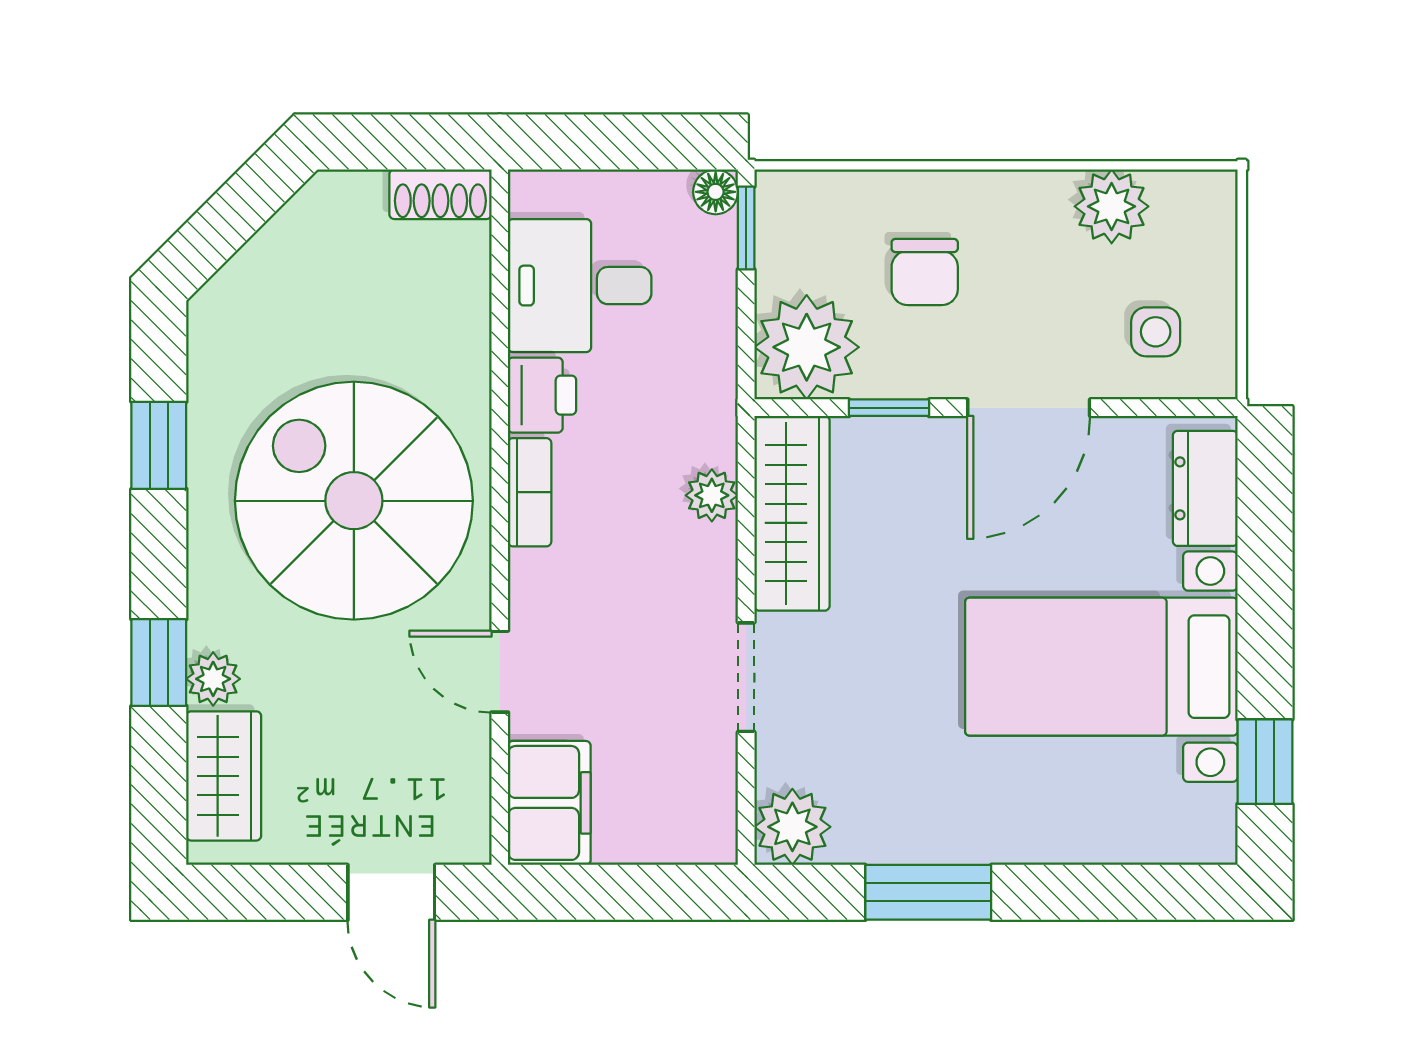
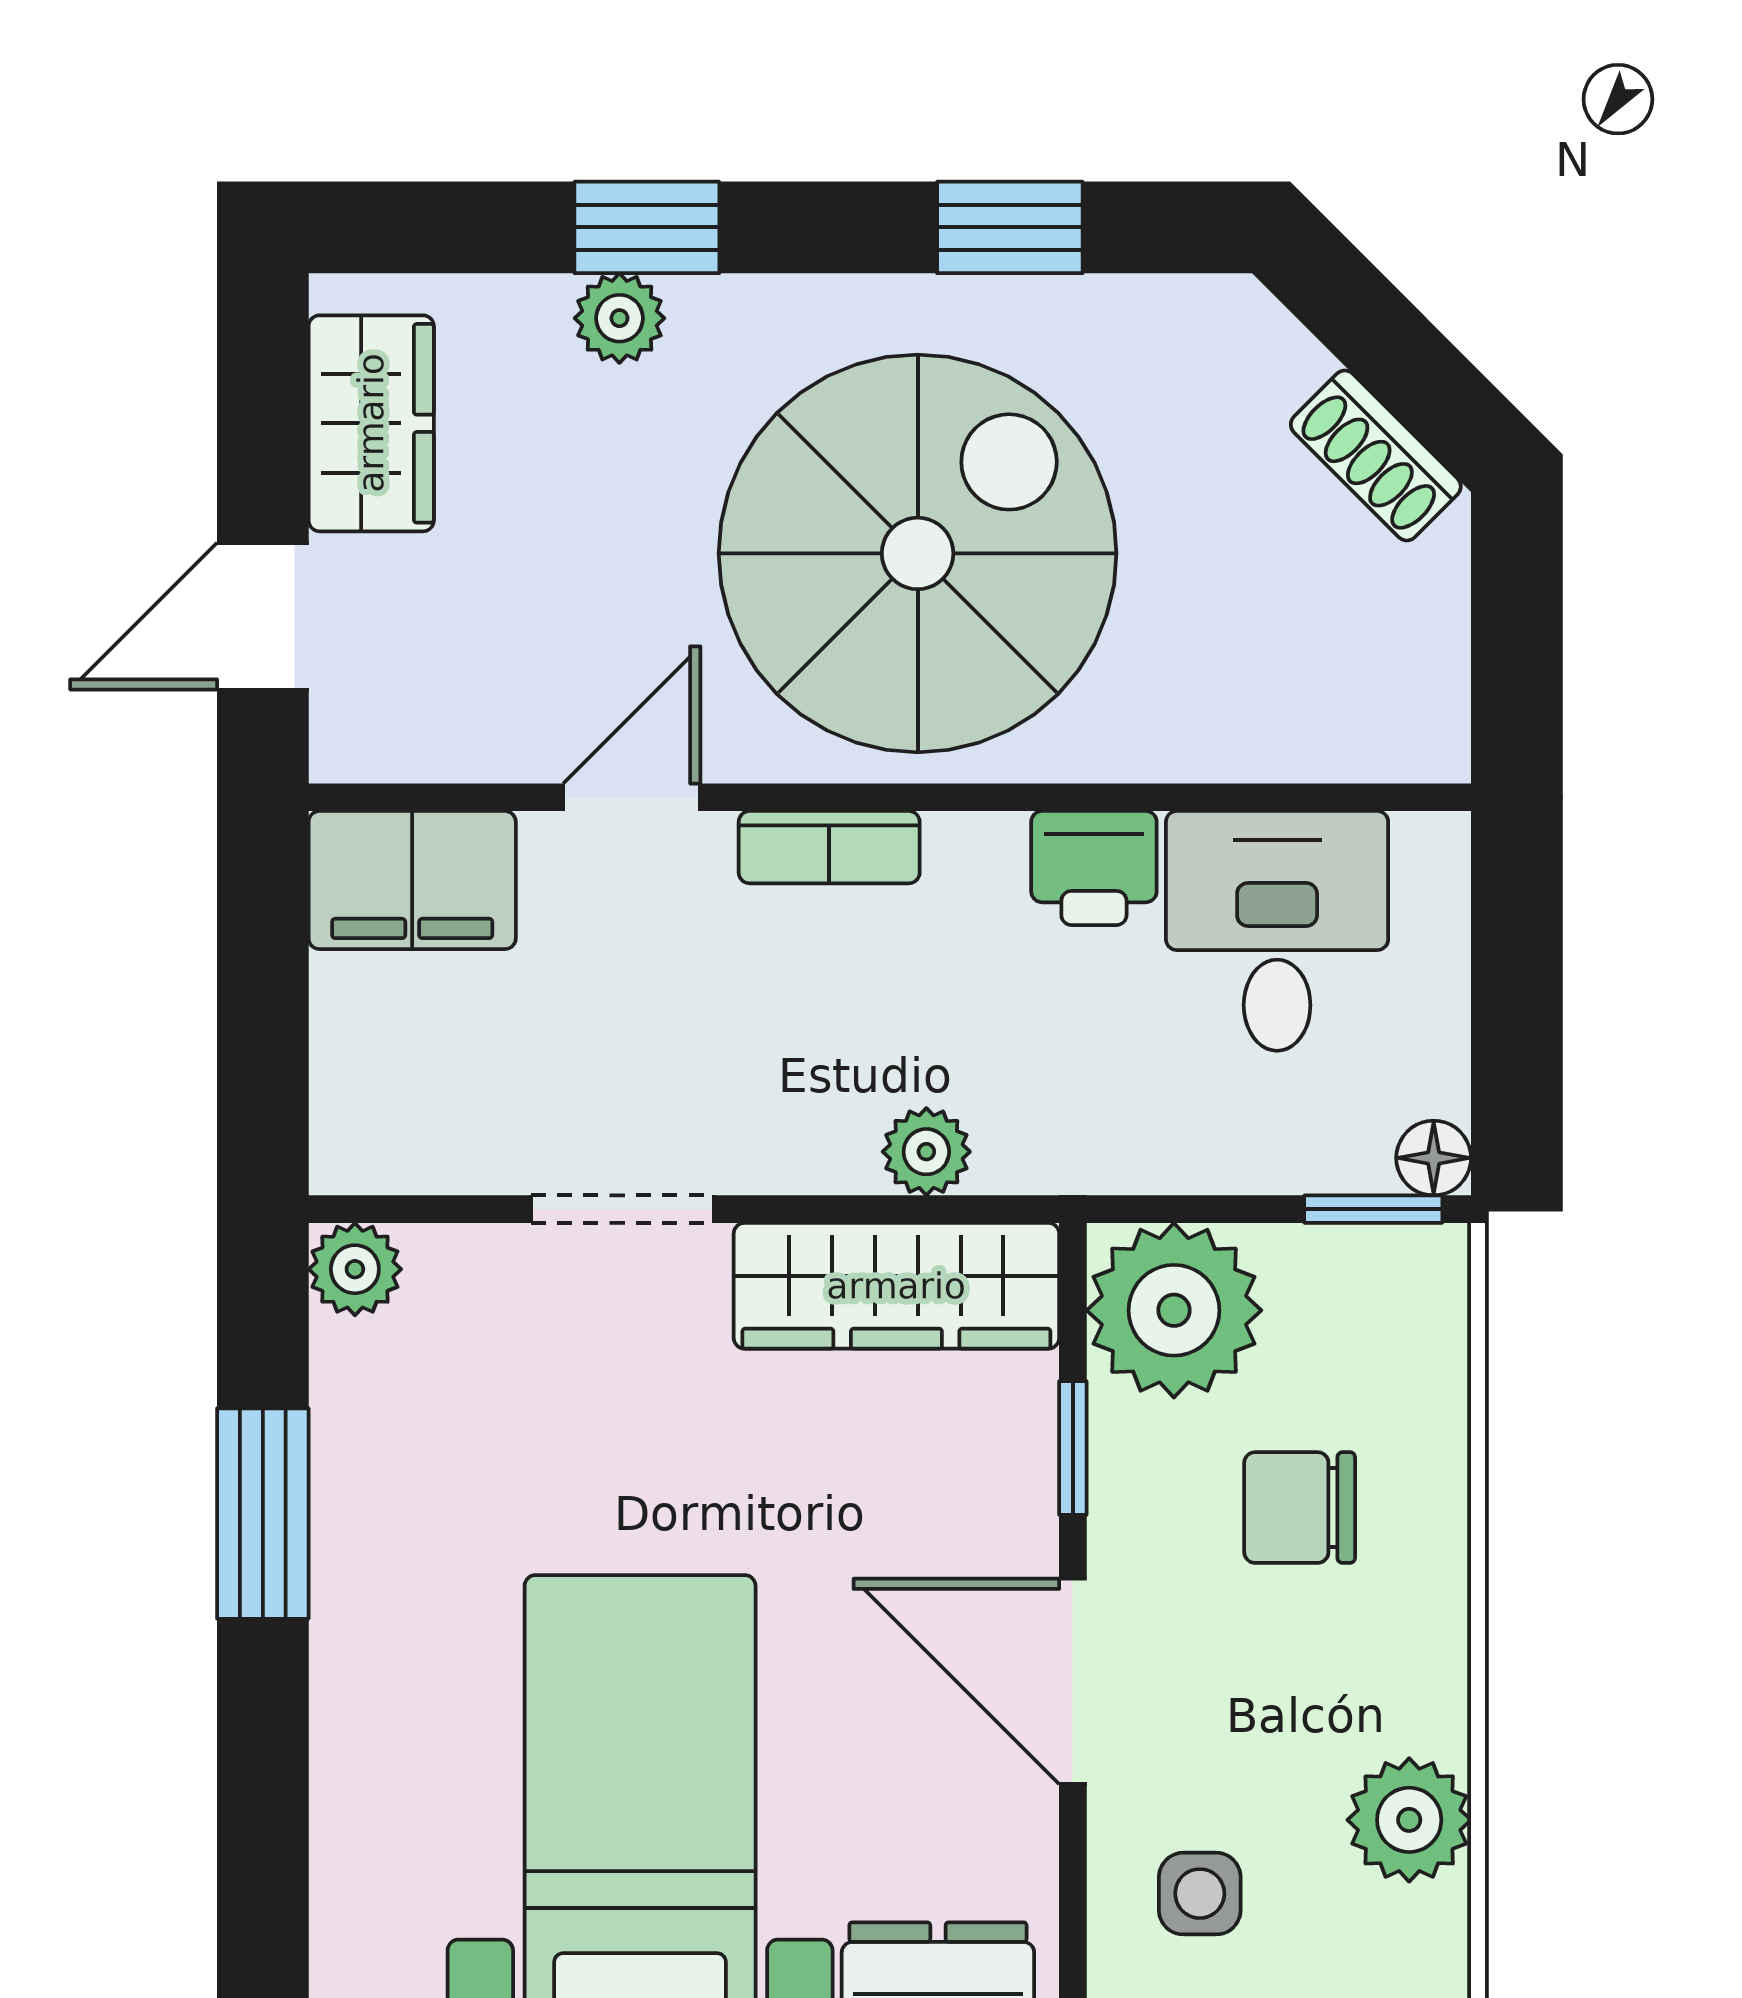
shoe rack: (440, 194) -> (1376, 455), moved, turned -45
bookcase: (530, 492) -> (829, 847), moved
wardrobe: (224, 776) -> (371, 423), moved, turned -90
plant: (792, 827) -> (355, 1269), width x0.73, depth x0.73

